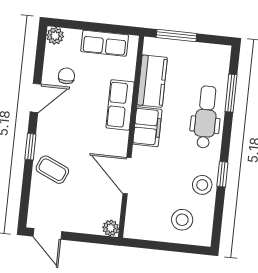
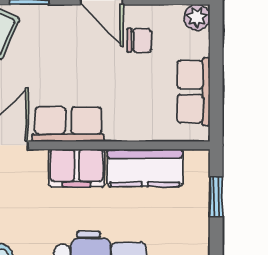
window: (176, 35) -> (216, 197), width x0.67
row of seats: (120, 105) -> (68, 124), moved

